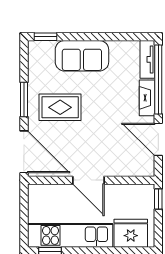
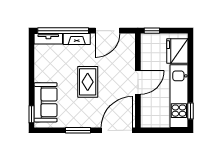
sofa: (82, 56) -> (46, 102), moved
rug: (60, 107) -> (88, 82), moved

